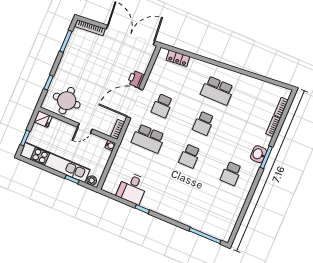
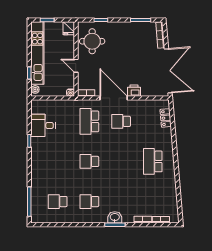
school desk: (203, 123) -> (58, 202), moved

